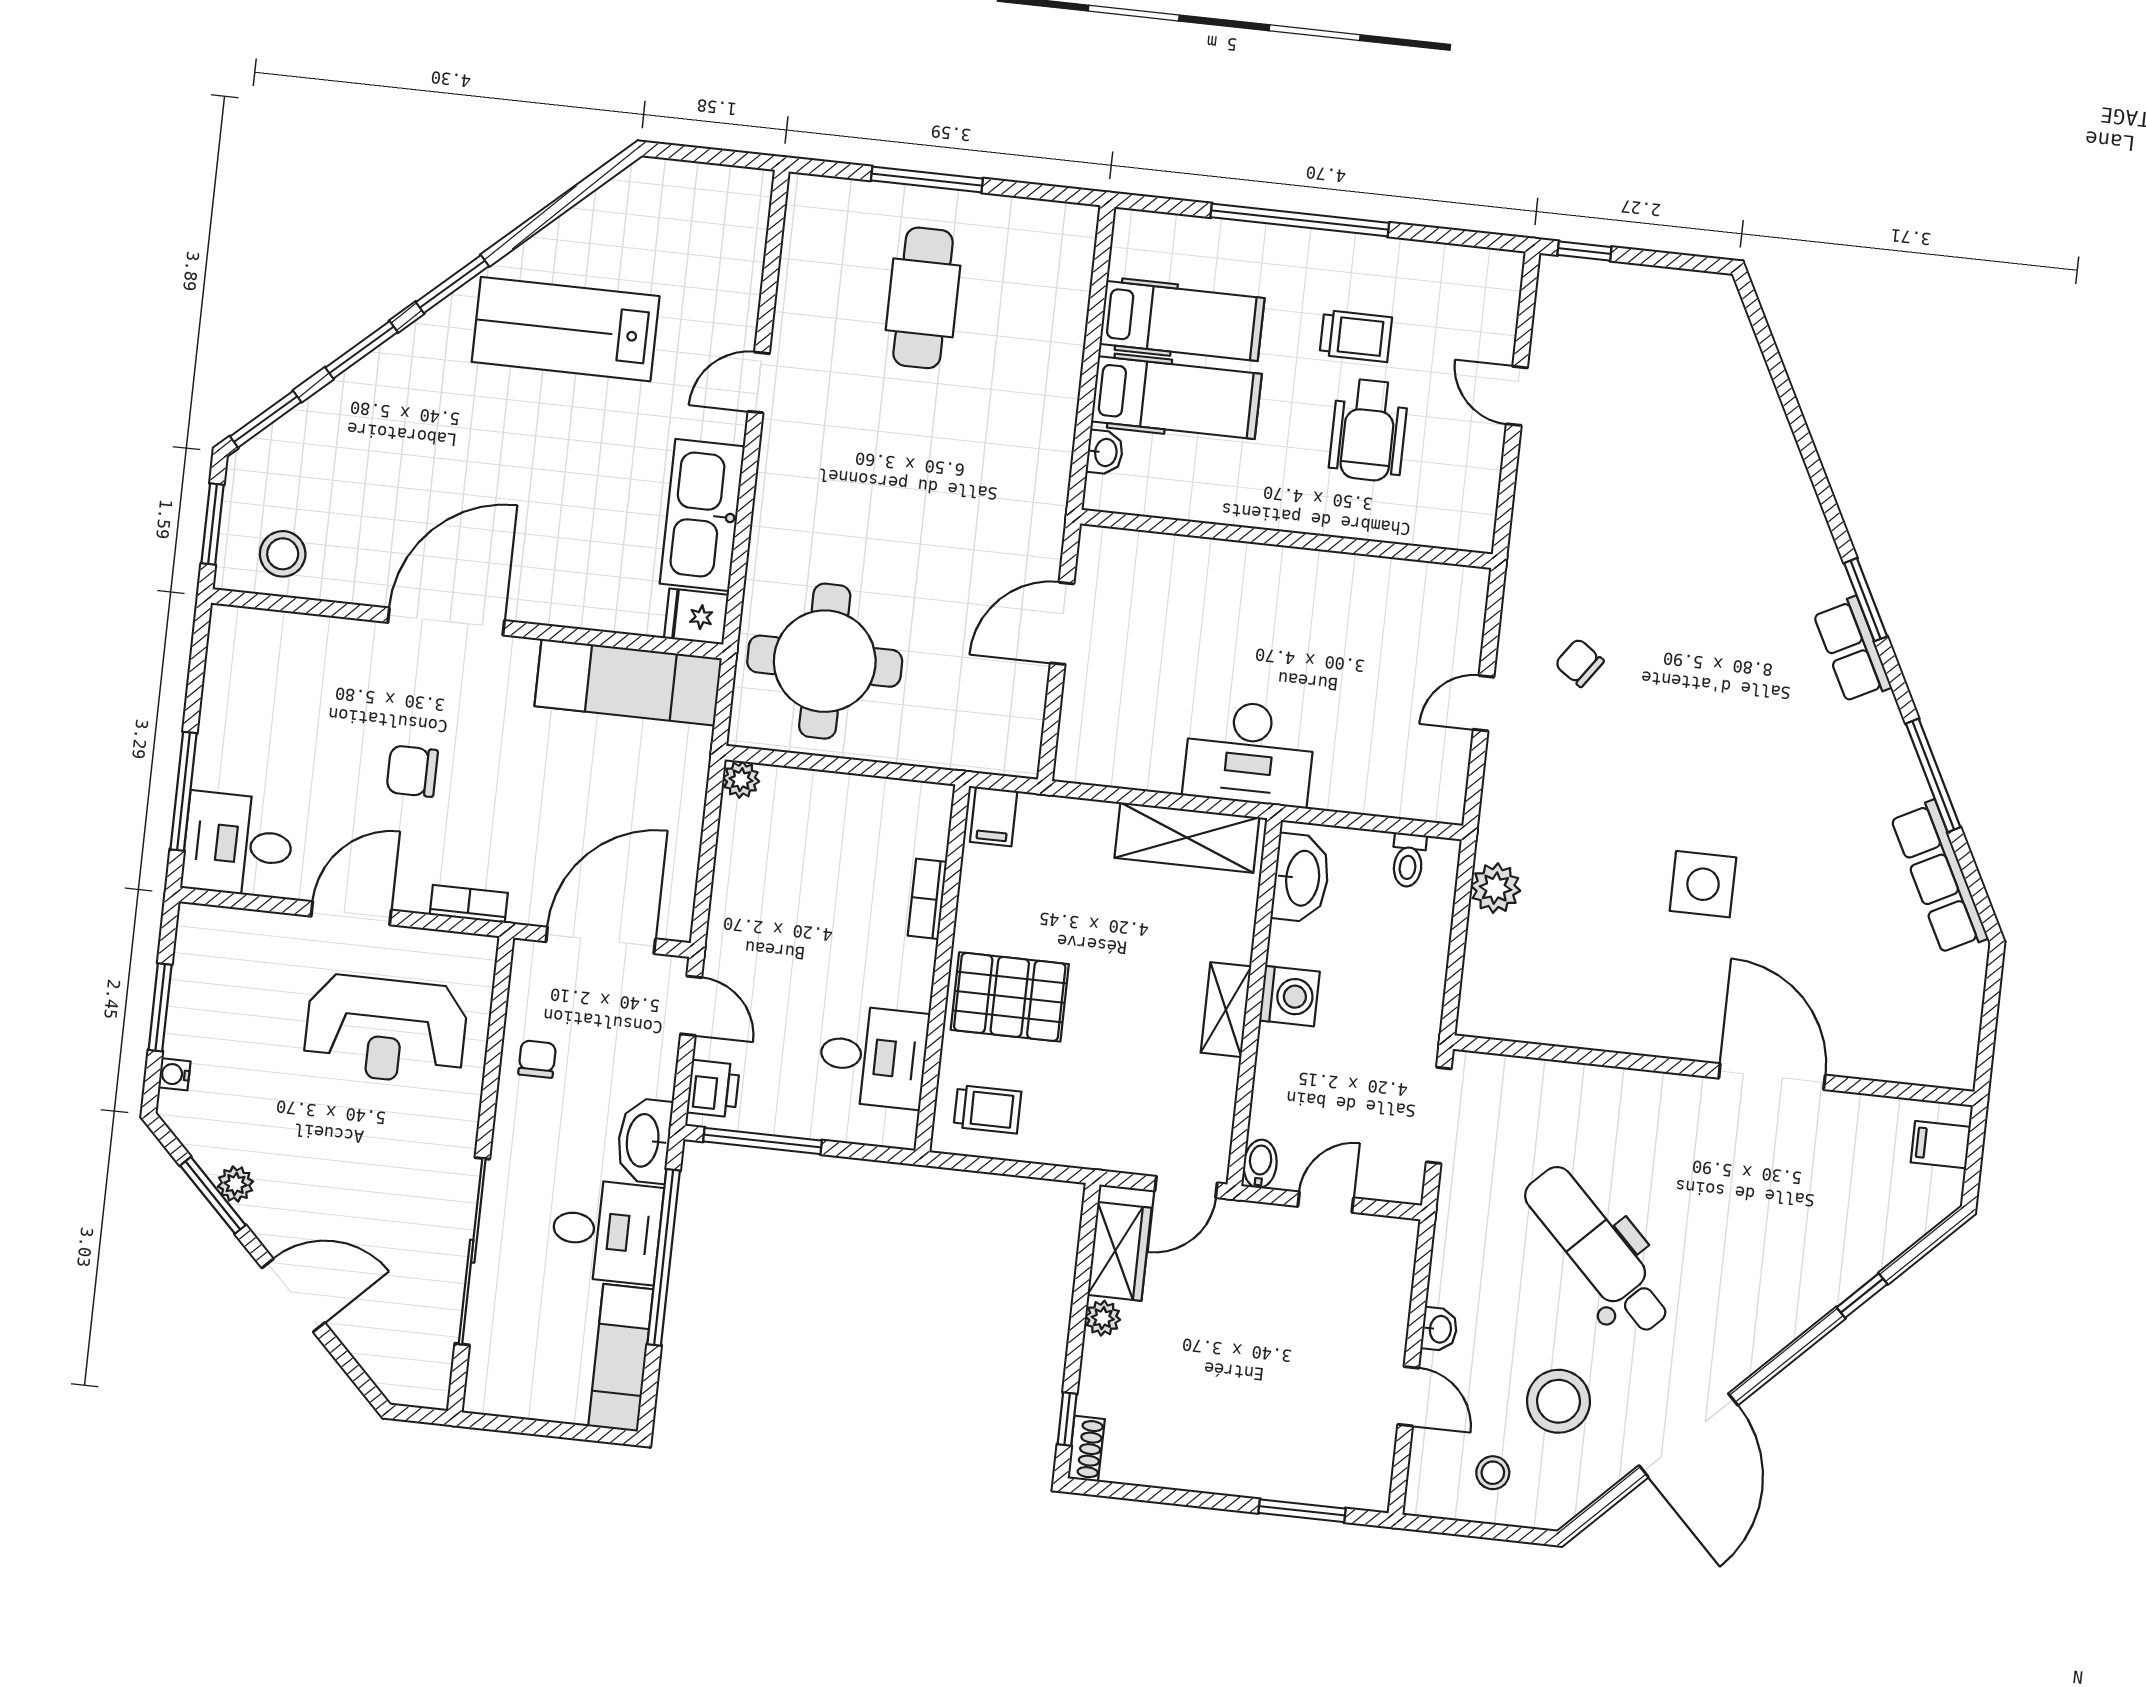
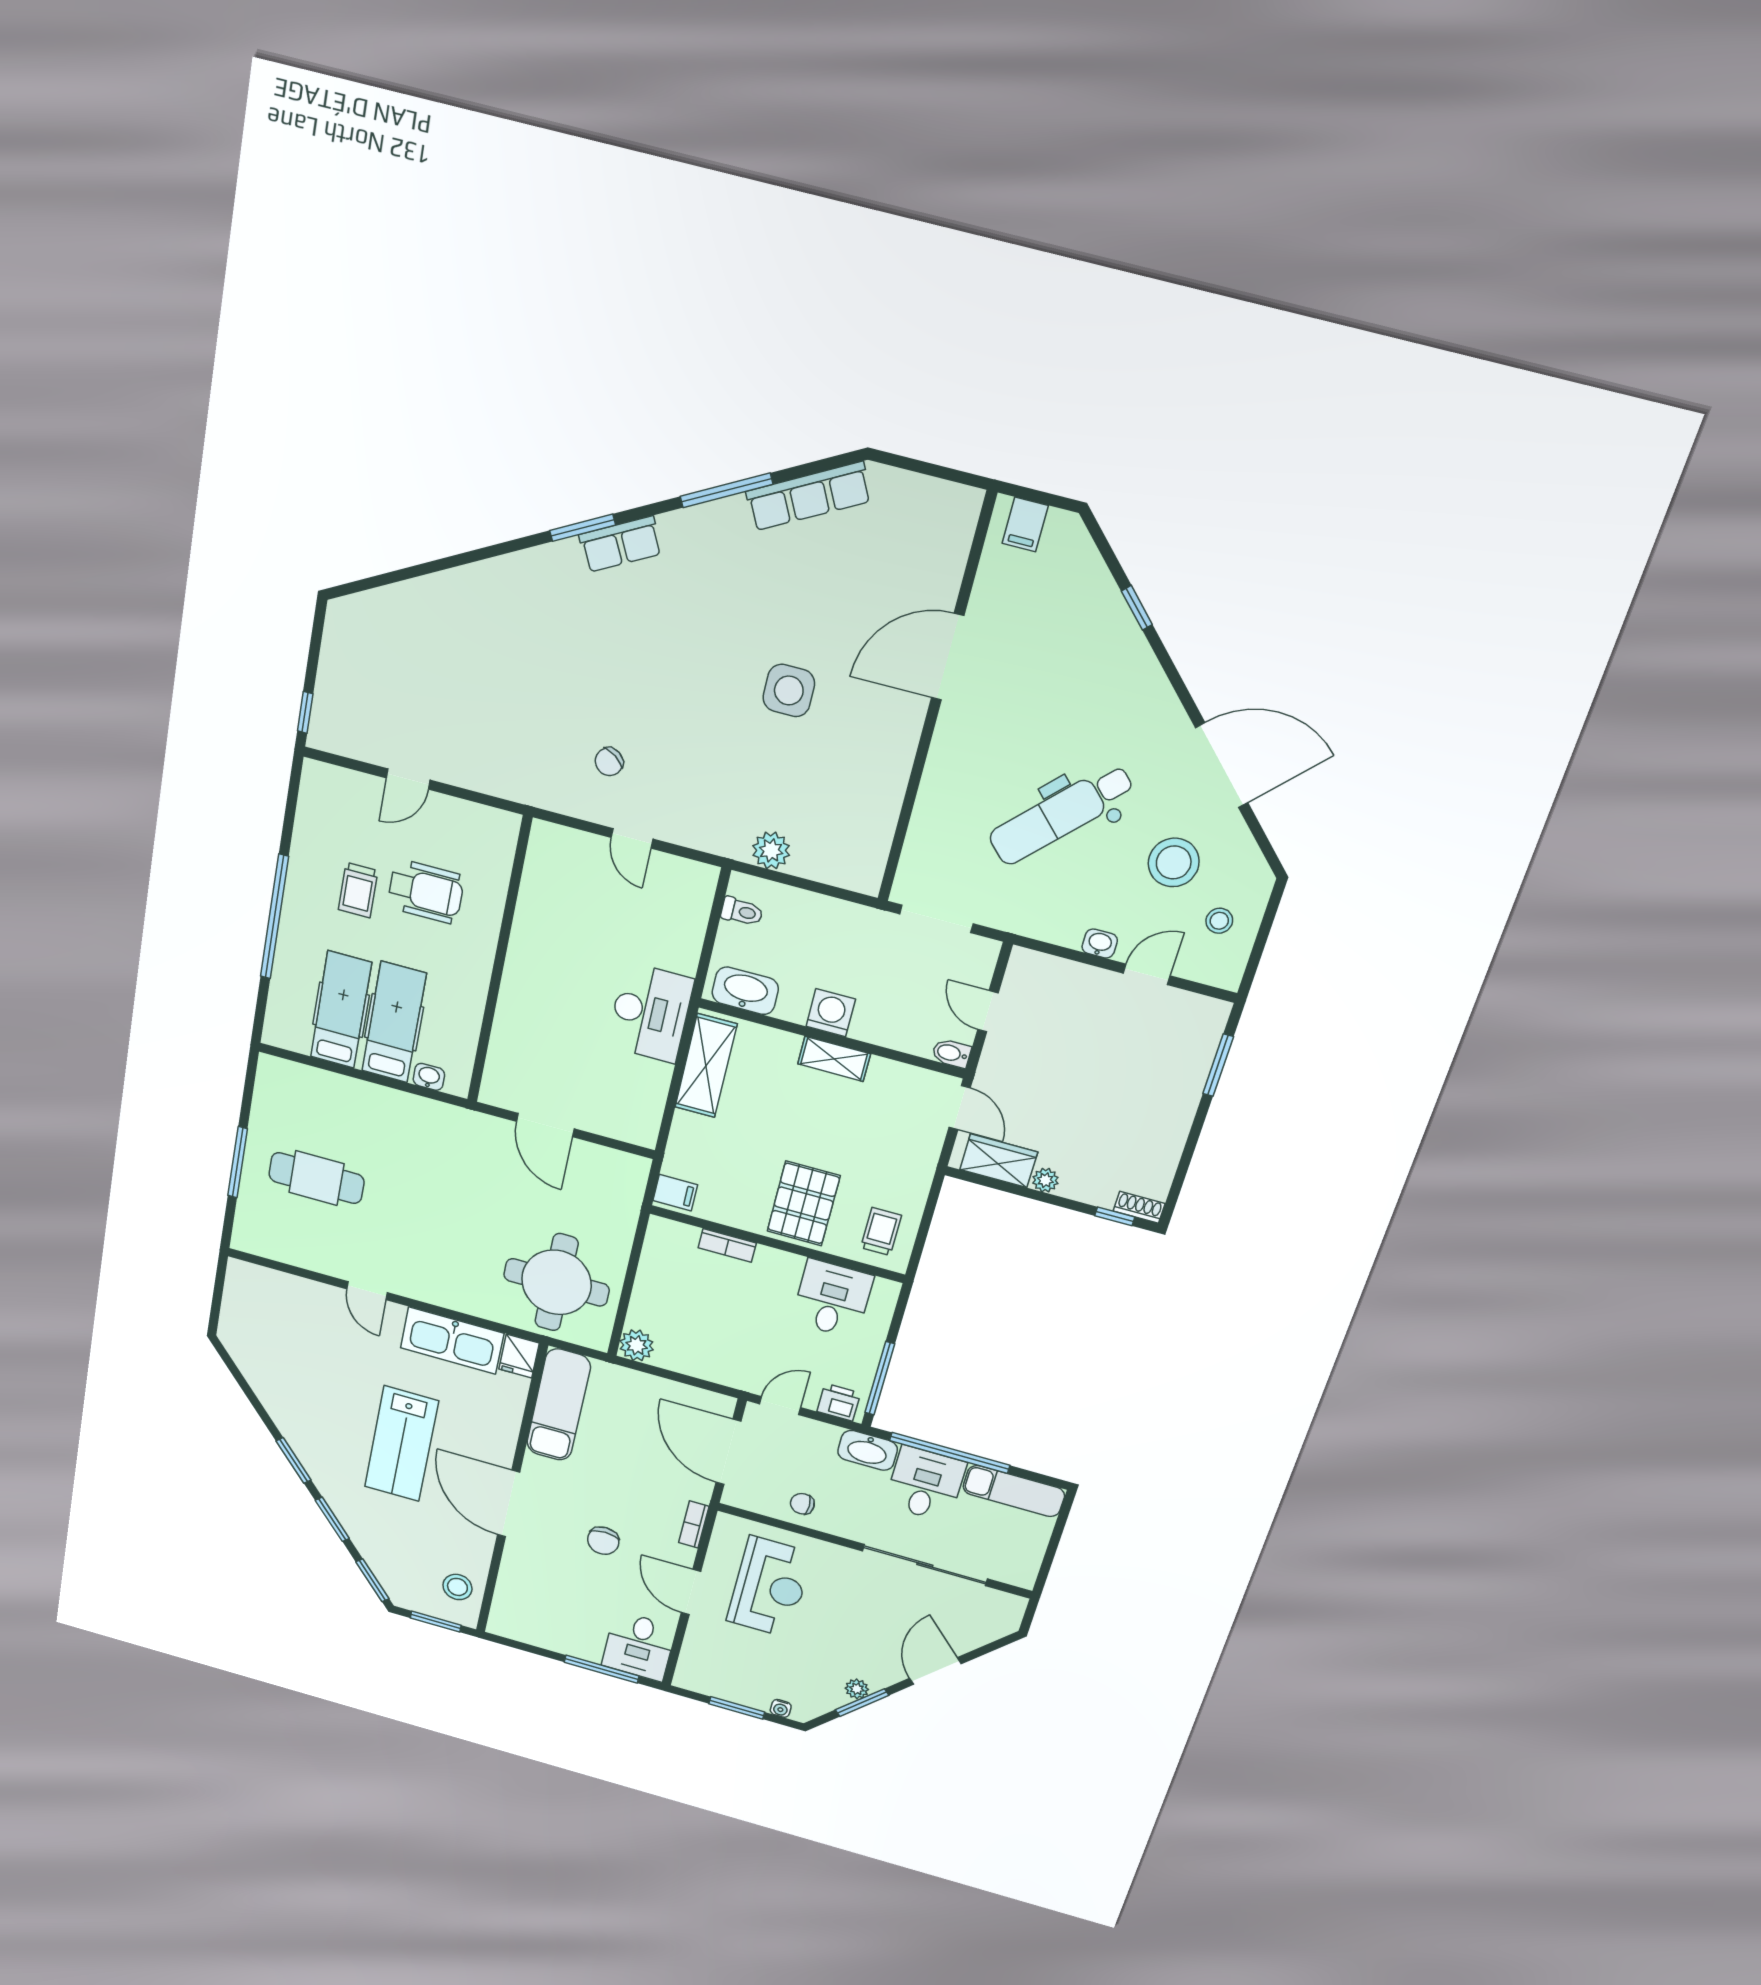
lab bench: (566, 329) -> (401, 1444), moved
trolley: (1356, 336) -> (358, 890), turned 180
plant: (741, 780) -> (637, 1345), width x1.38, depth x1.38

